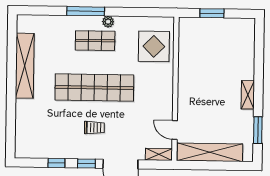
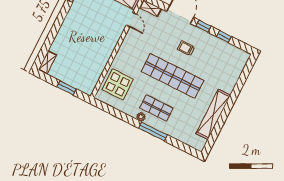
shelving: (248, 95) -> (47, 62), moved

